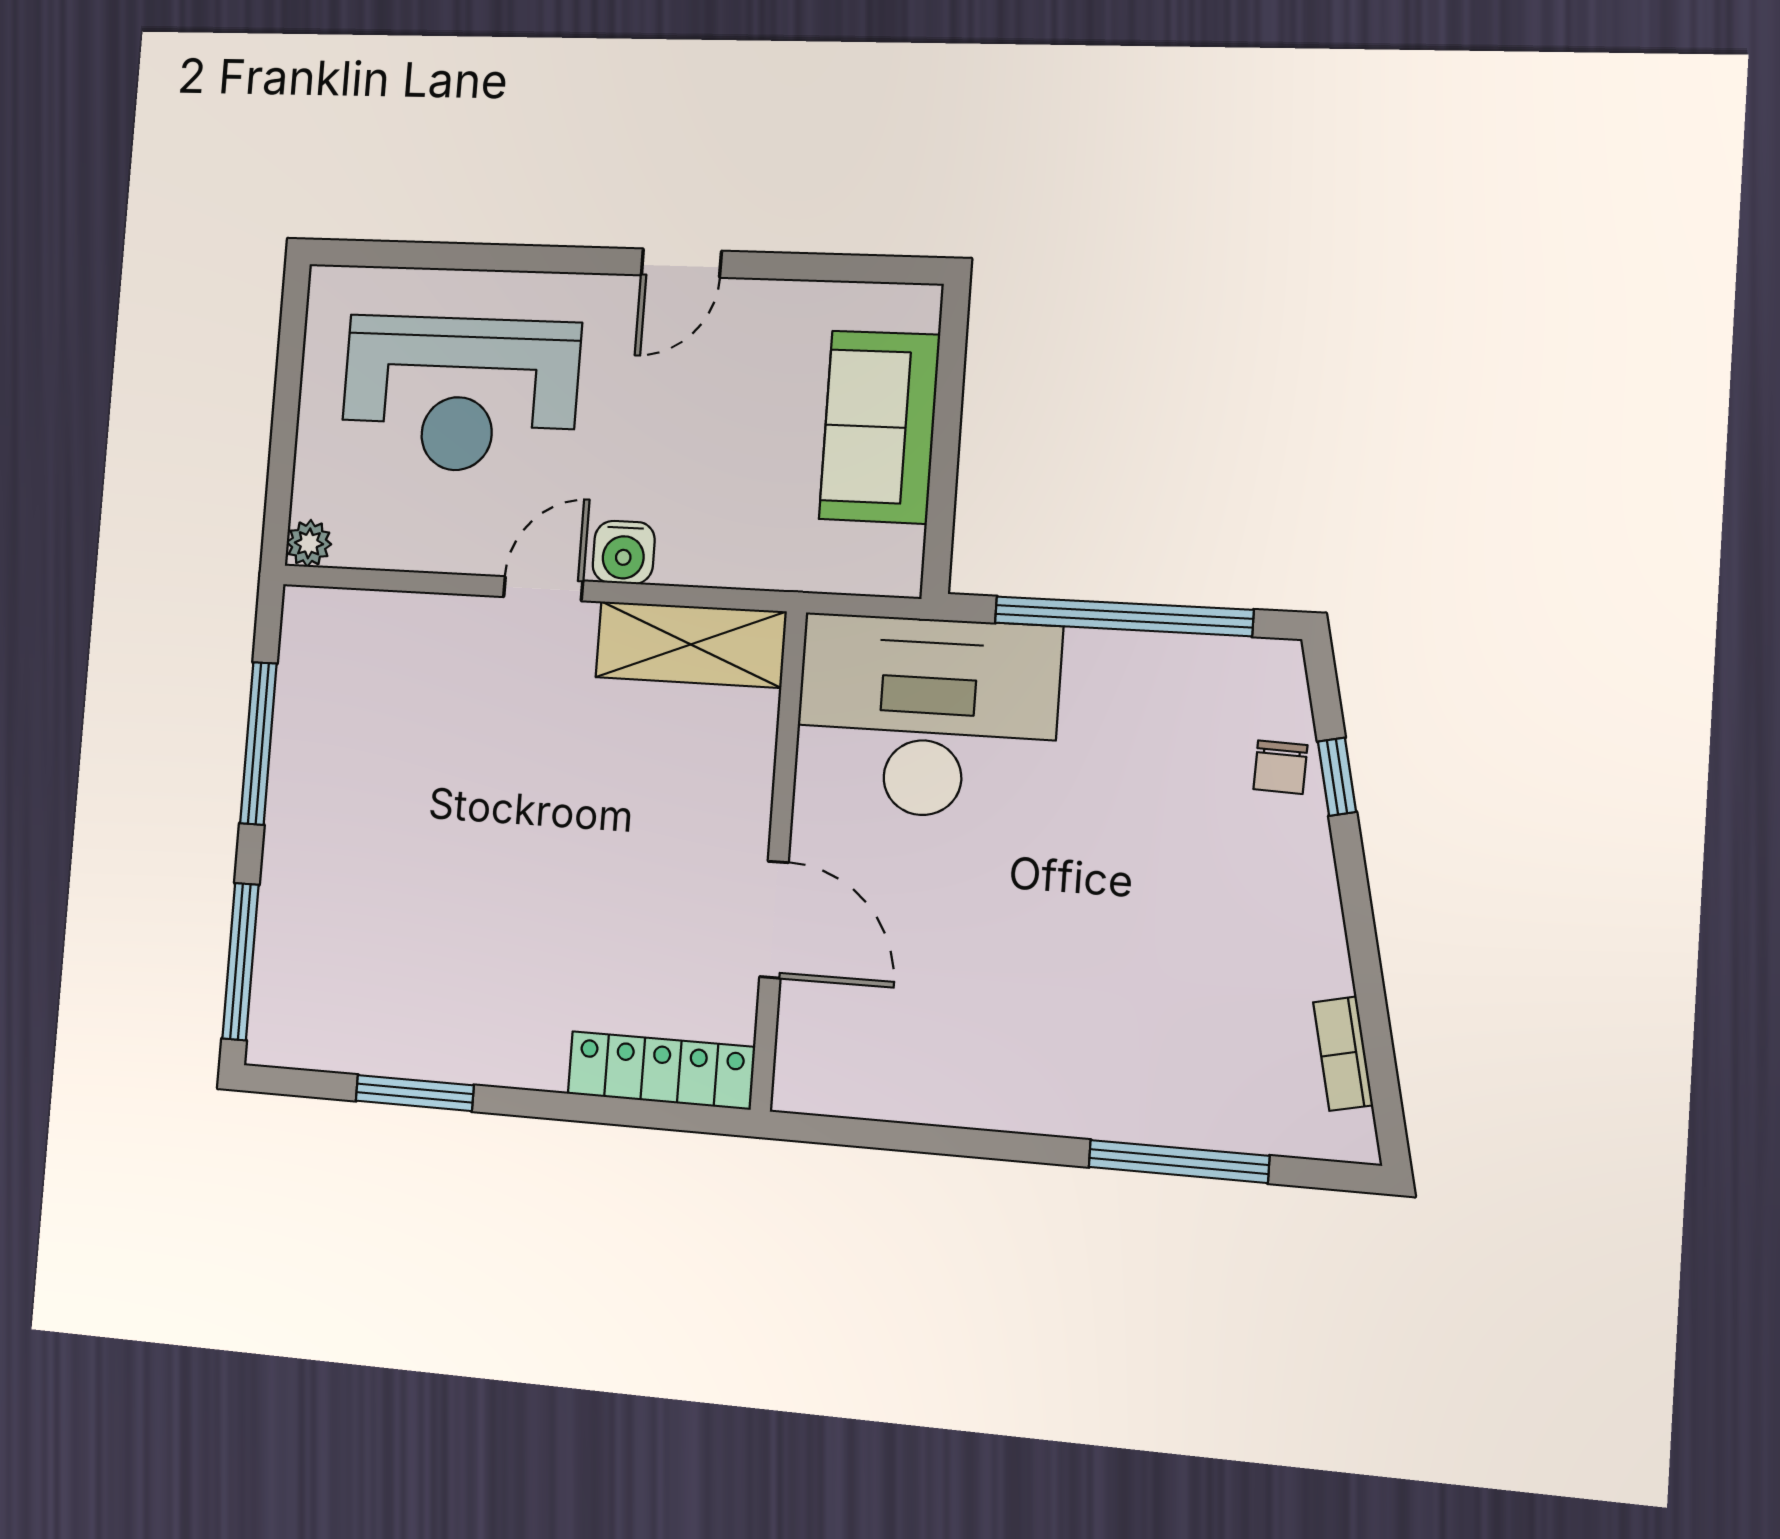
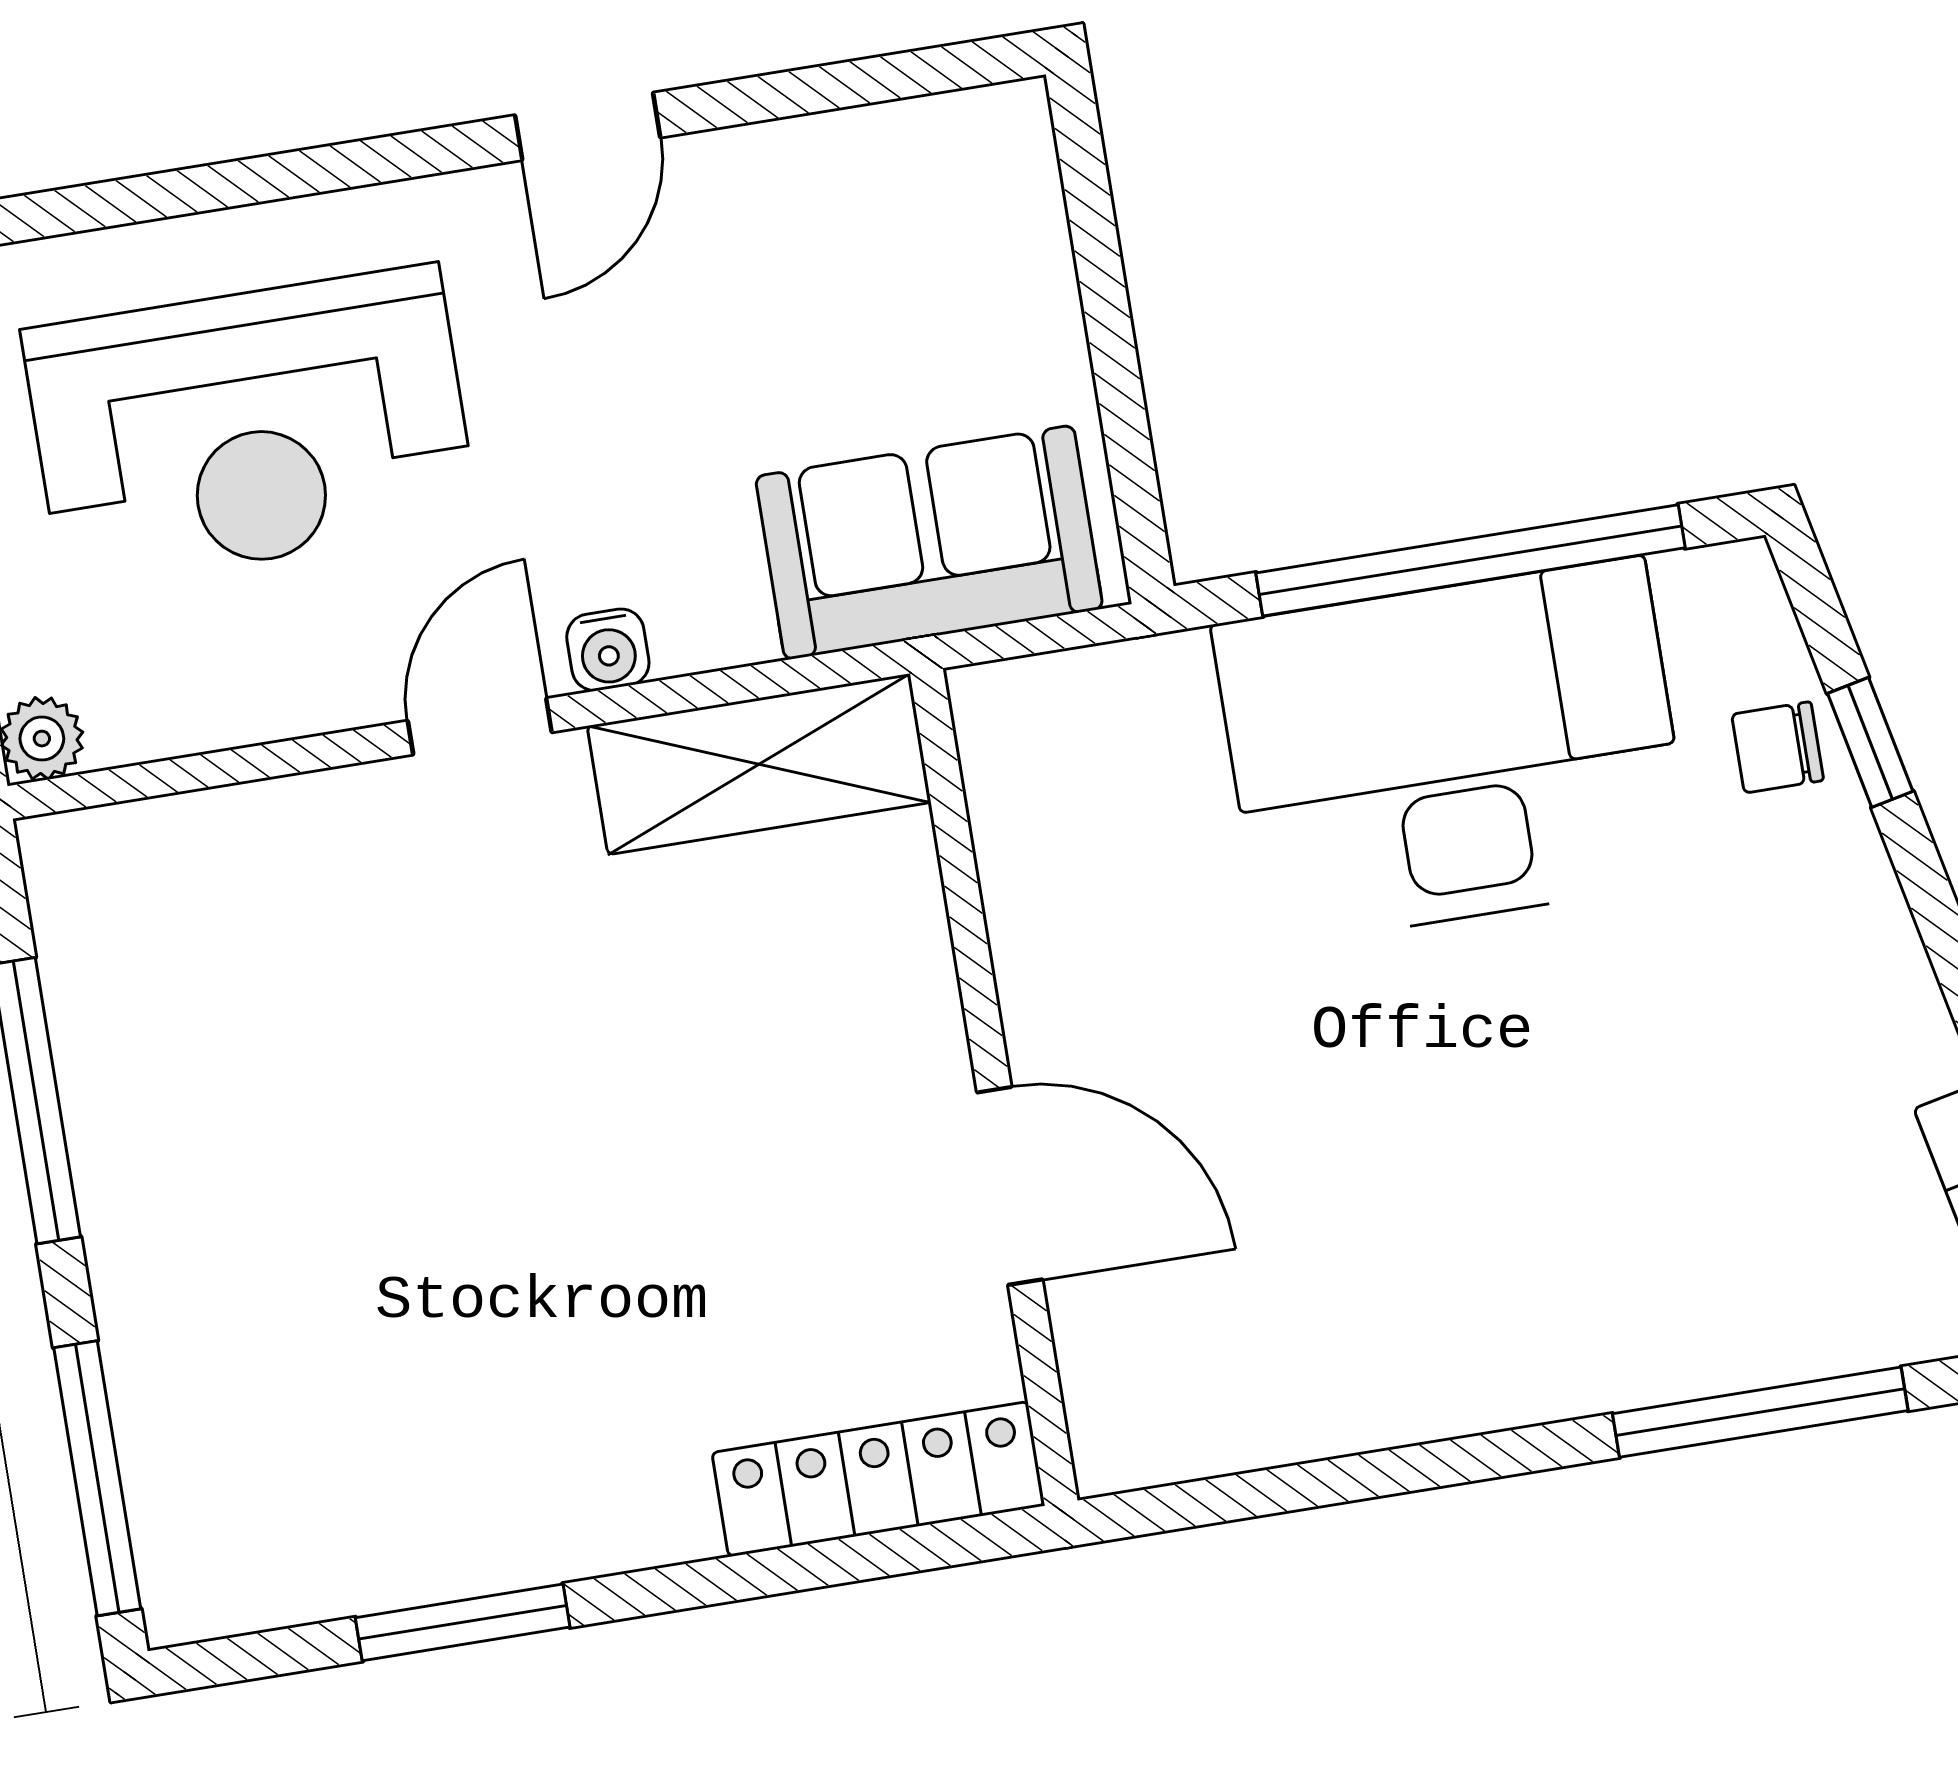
sofa: (879, 427) -> (929, 543), moved, turned 90
water cooler: (624, 552) -> (608, 650), width x0.72, depth x0.72
desk: (927, 717) -> (1453, 752), moved
chair: (1280, 767) -> (1778, 747), turned 88

